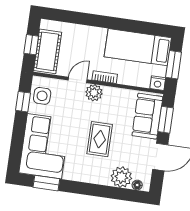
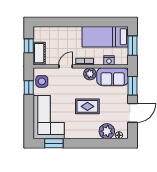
cot: (48, 51) -> (39, 53), width x0.73, depth x0.75
nightstand: (158, 83) -> (109, 60), moved
plant: (94, 93) -> (90, 74), moved
sofa: (147, 116) -> (113, 77), moved, turned -90
rug: (100, 139) -> (87, 106), turned 90

